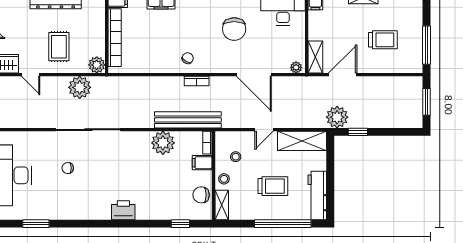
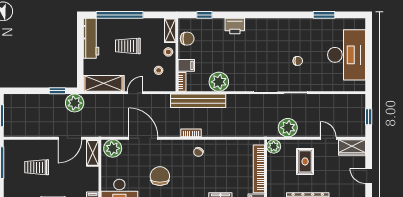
plant: (296, 67) -> (113, 148), width x1.88, depth x1.88
printer: (123, 210) -> (235, 26), moved

